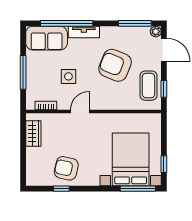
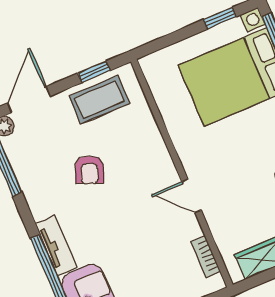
armchair: (115, 65) -> (89, 170), width x0.53, depth x0.53
side table: (68, 76) -> (141, 240), removed

